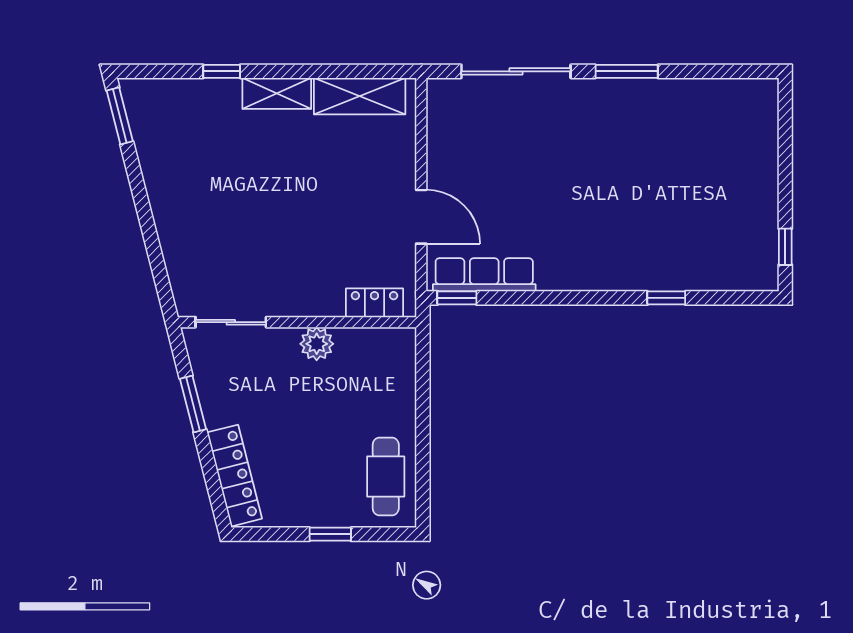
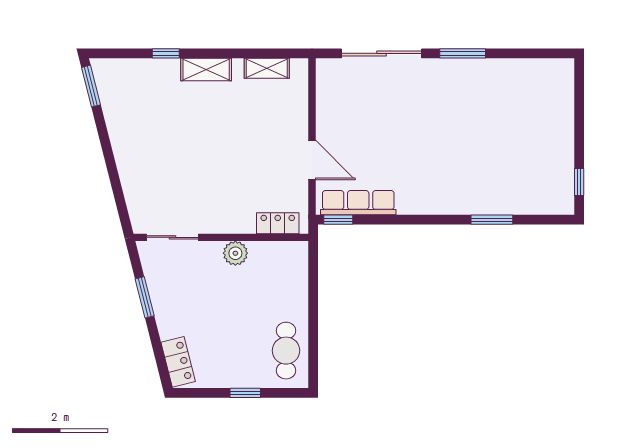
shelving: (360, 96) -> (267, 68), width x0.67, depth x0.75
window: (666, 298) -> (492, 220), width x1.50
locker: (234, 476) -> (178, 362), width x0.66

